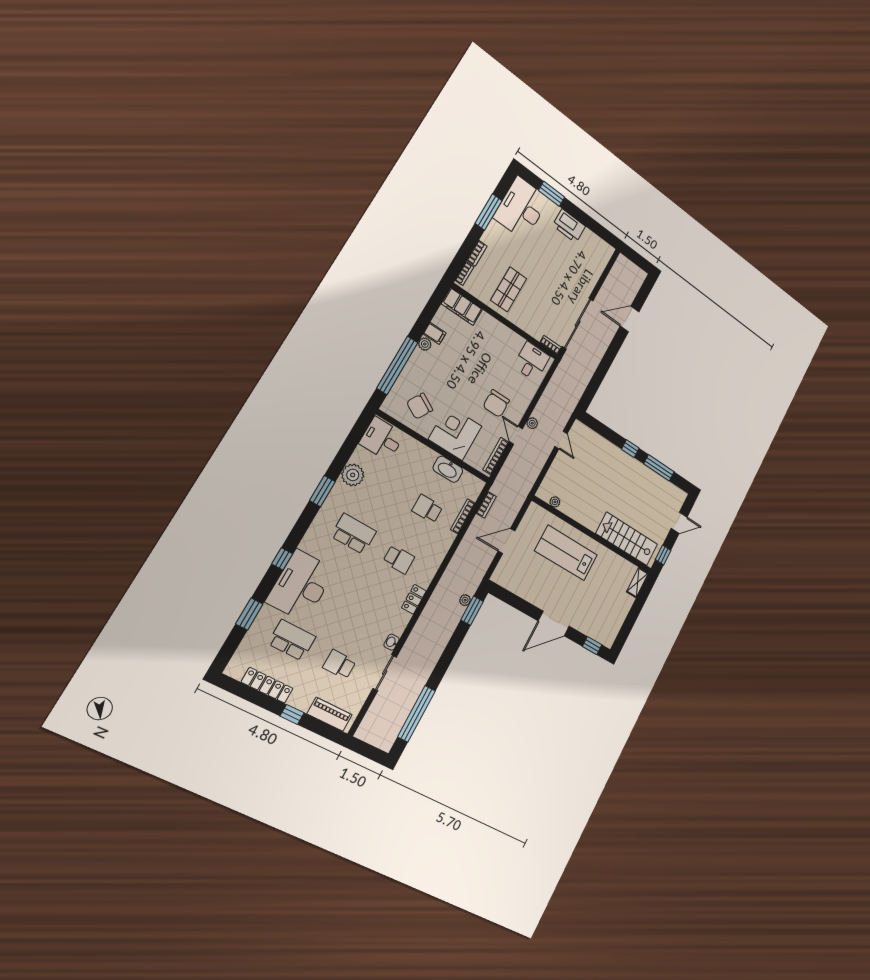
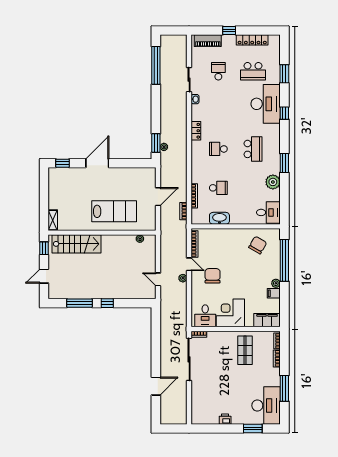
printer: (569, 226) -> (225, 419), width x0.53, depth x0.68
corner desk: (455, 433) -> (230, 313), moved, turned 180
school desk: (354, 534) -> (253, 149), turned -90
school desk: (339, 664) -> (218, 71), turned -90

